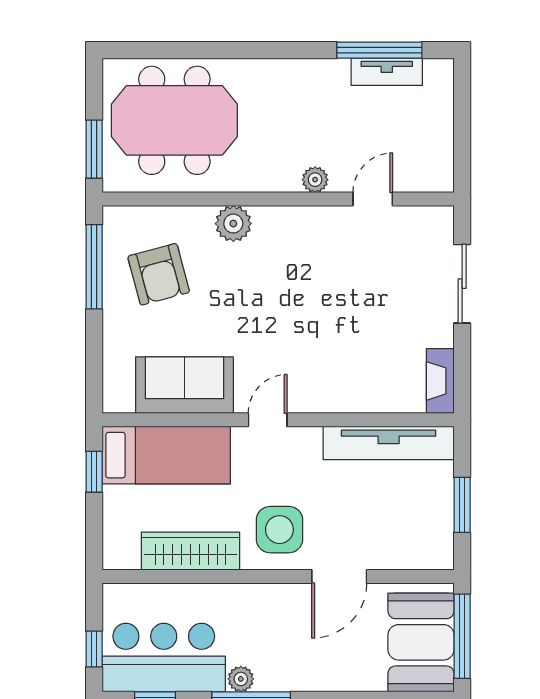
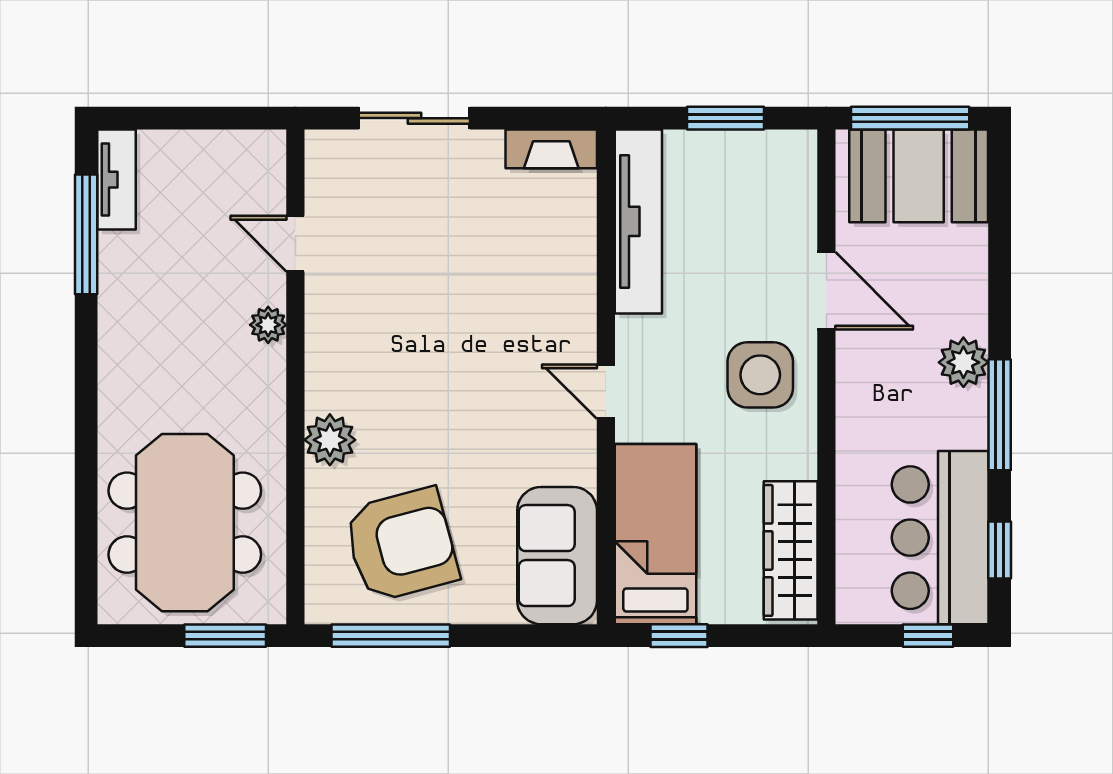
tv unit: (387, 72) -> (117, 180), moved
armchair: (159, 274) -> (401, 545), width x1.36, depth x1.36
sofa: (184, 385) -> (557, 556), moved
wardrobe: (190, 551) -> (791, 550), moved
plant: (241, 679) -> (963, 362), moved, width x1.38, depth x1.38

